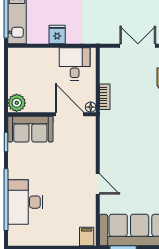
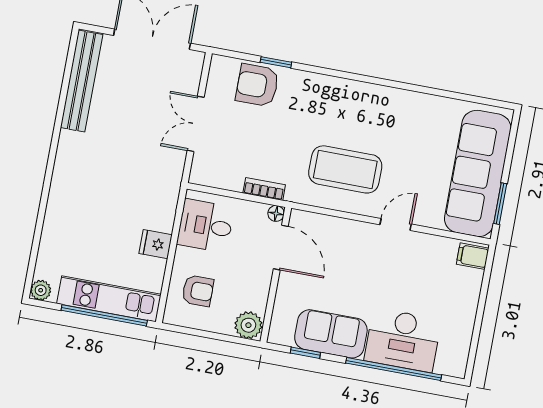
armchair: (33, 67) -> (198, 291), added
door: (70, 114) -> (281, 248), swing flipped
sofa: (30, 129) -> (331, 334), moved, turned -90
coffee table: (127, 146) -> (345, 169), added

